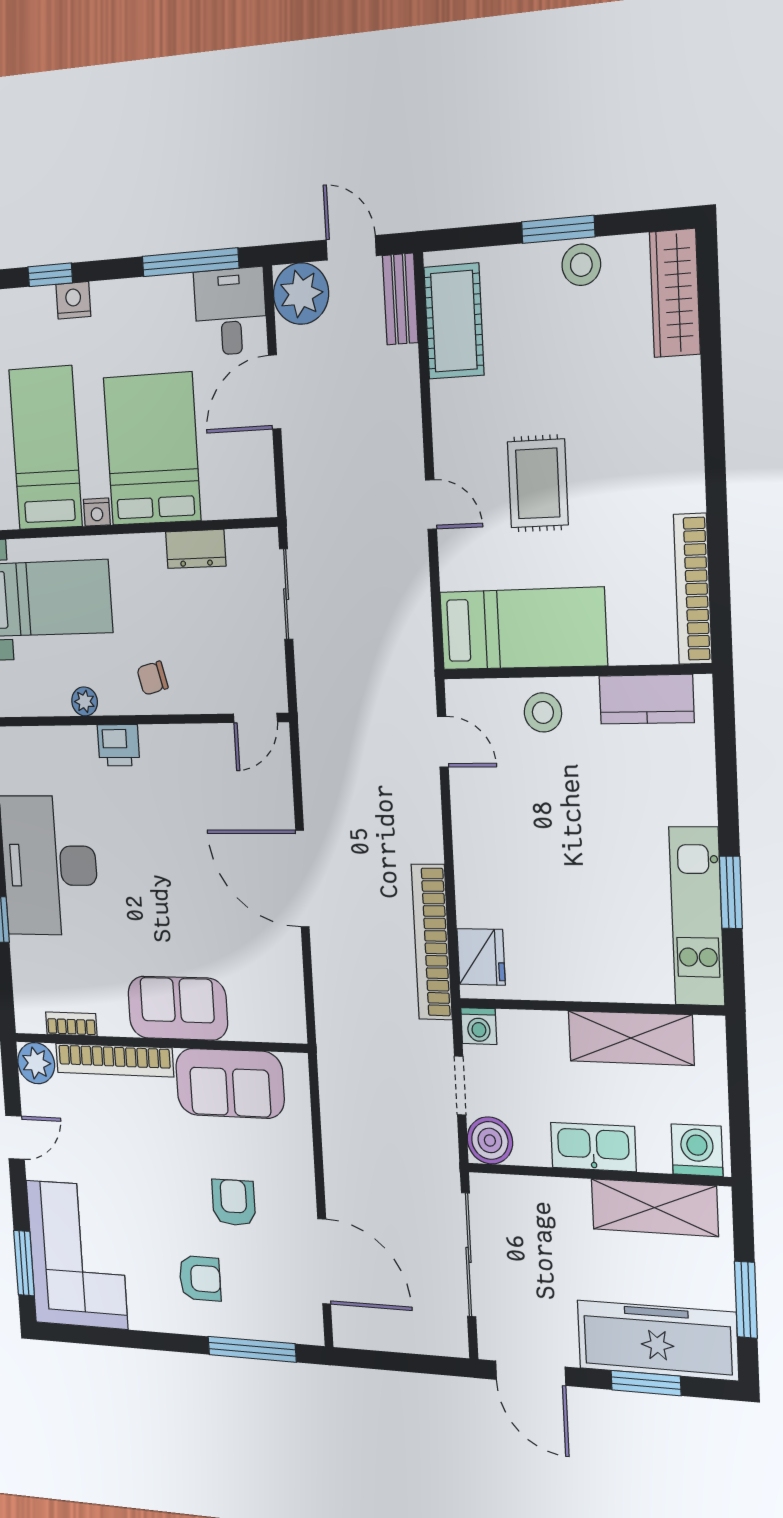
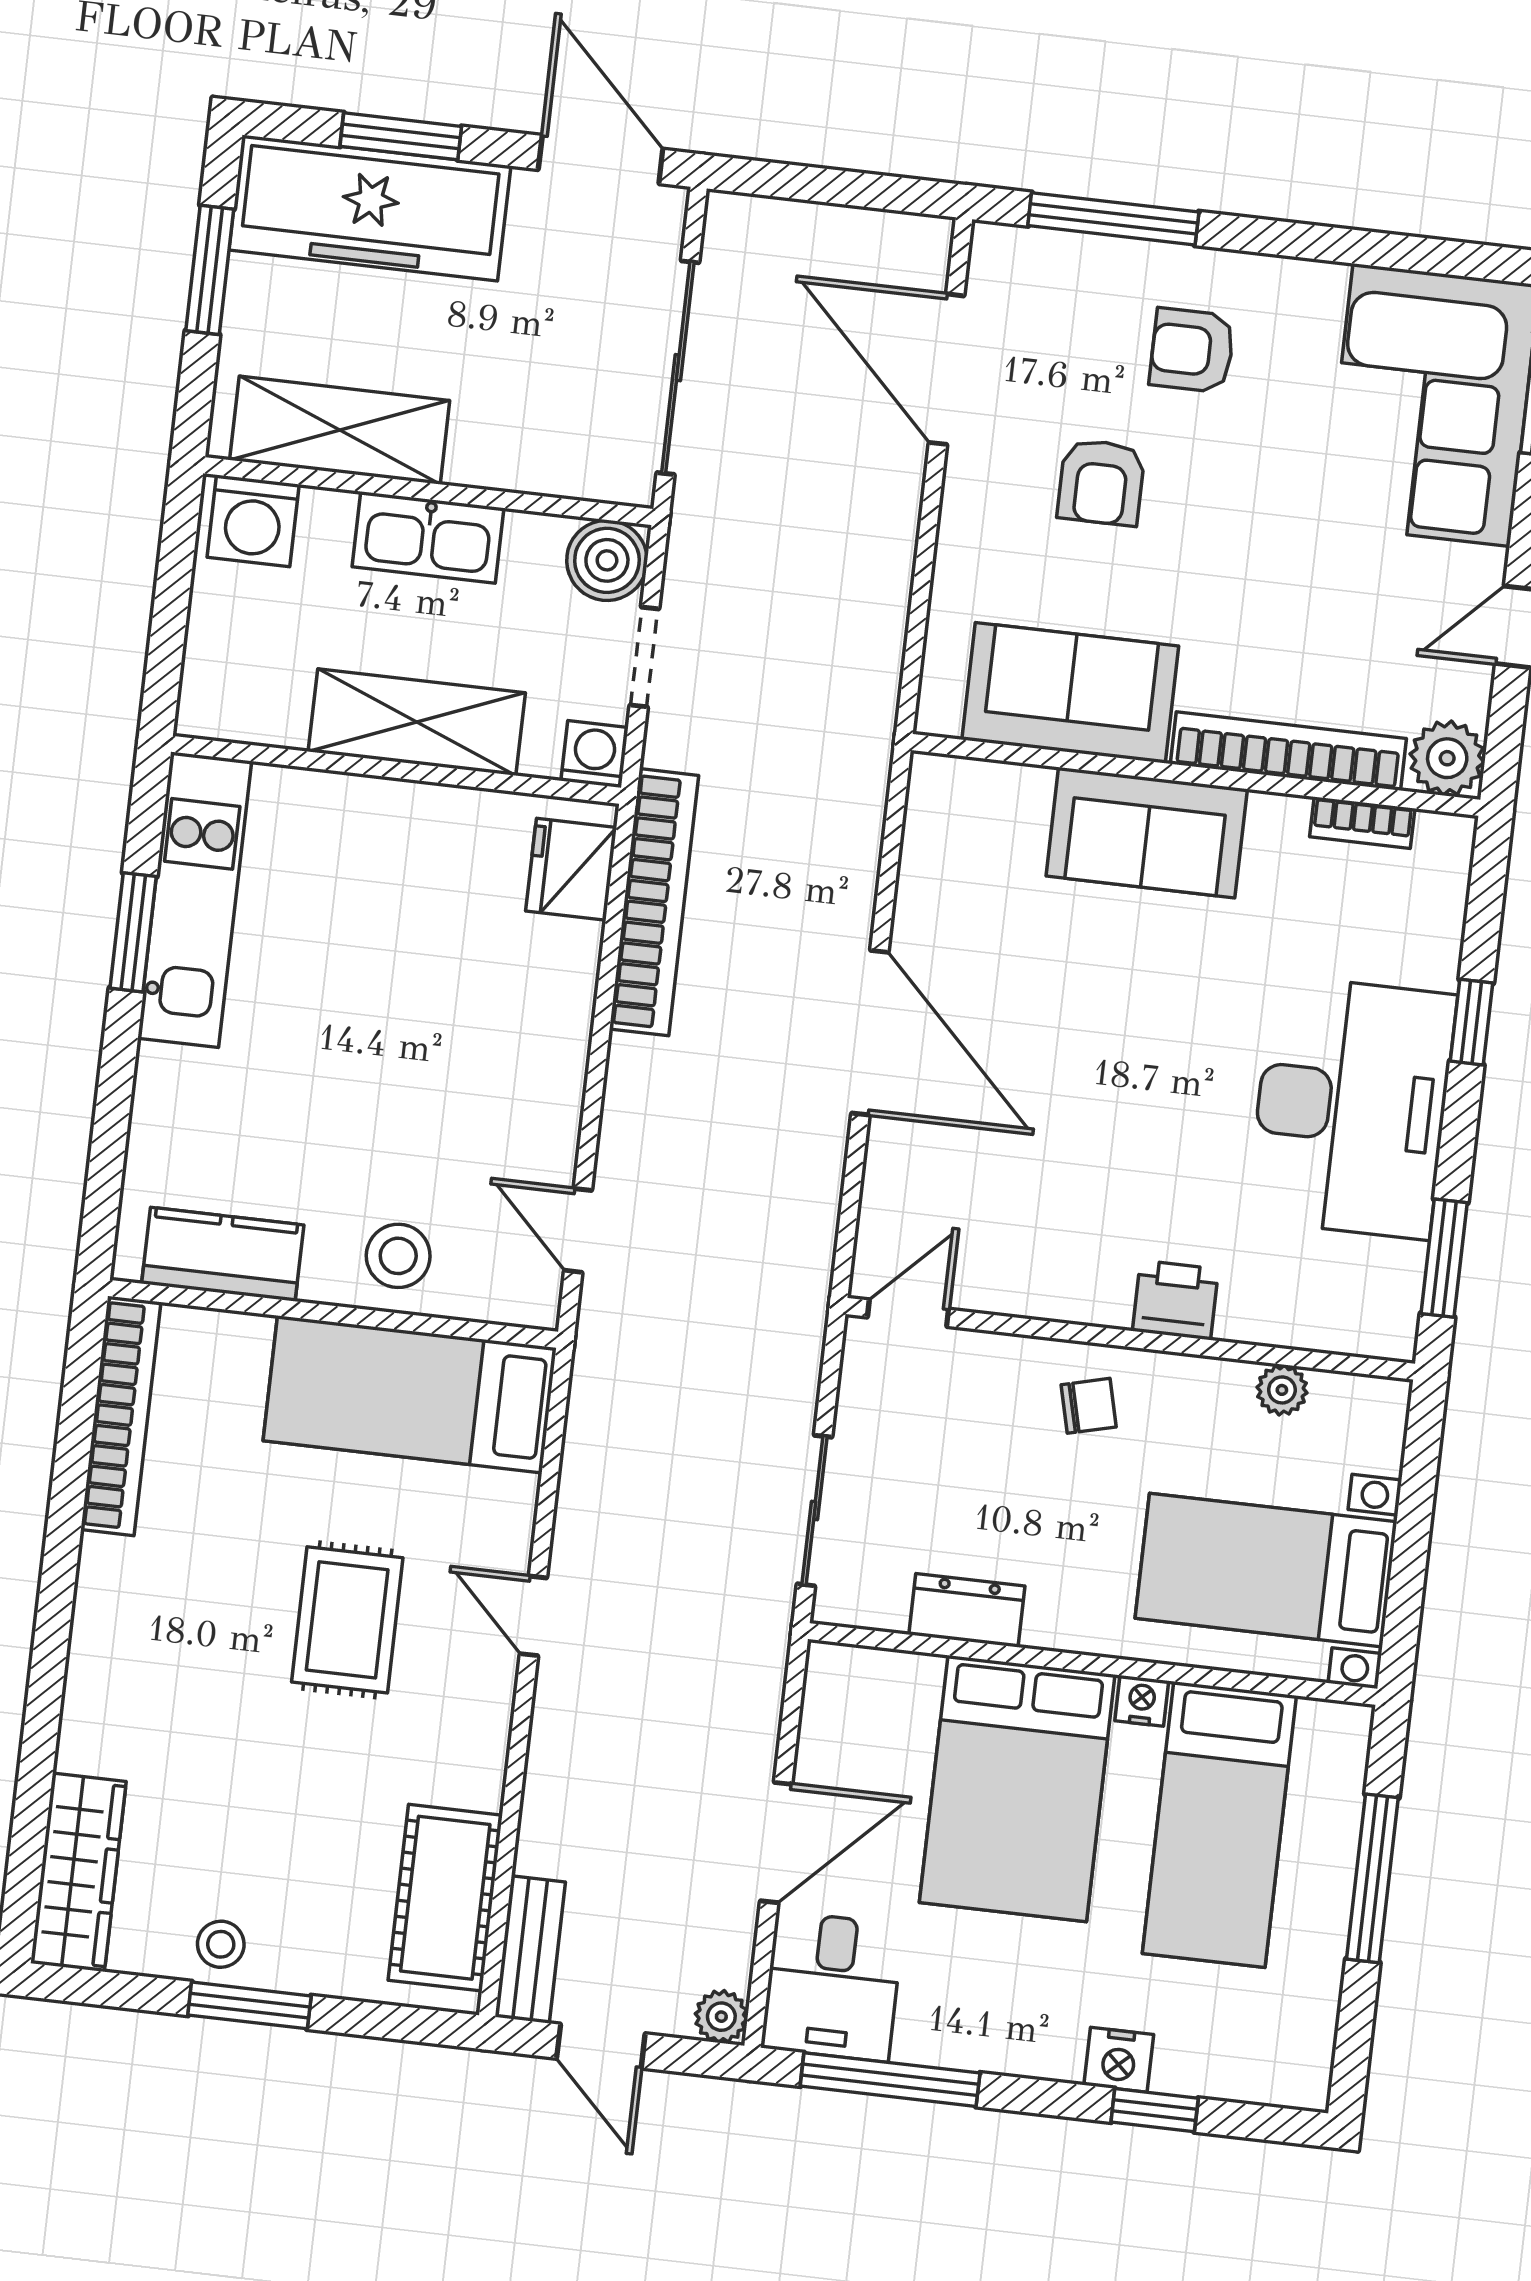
stool: (581, 265) -> (221, 1944), width x0.73, depth x0.73
plant: (301, 294) -> (721, 2017), width x0.53, depth x0.53
plant: (85, 701) -> (1282, 1390), moved
shelving: (631, 1038) -> (417, 722), moved

